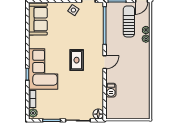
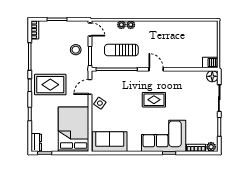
sun lounger: (129, 21) -> (121, 50), moved
barbecue: (111, 90) -> (210, 63), moved

